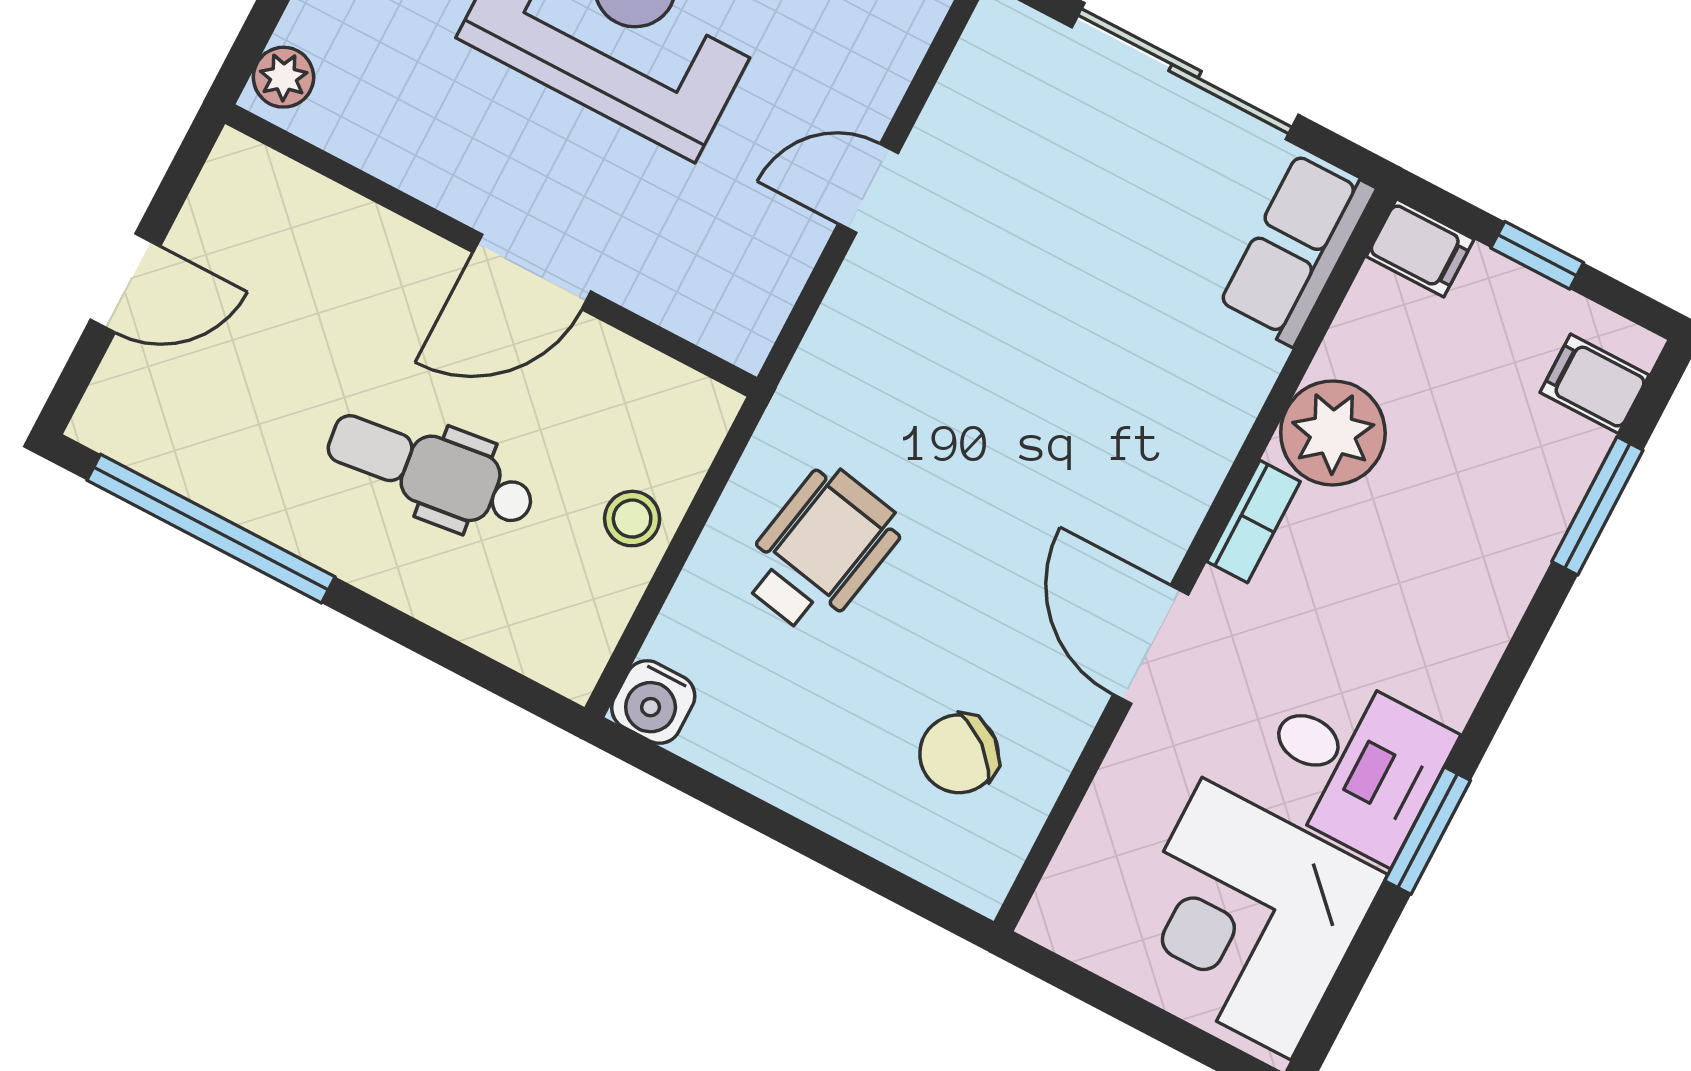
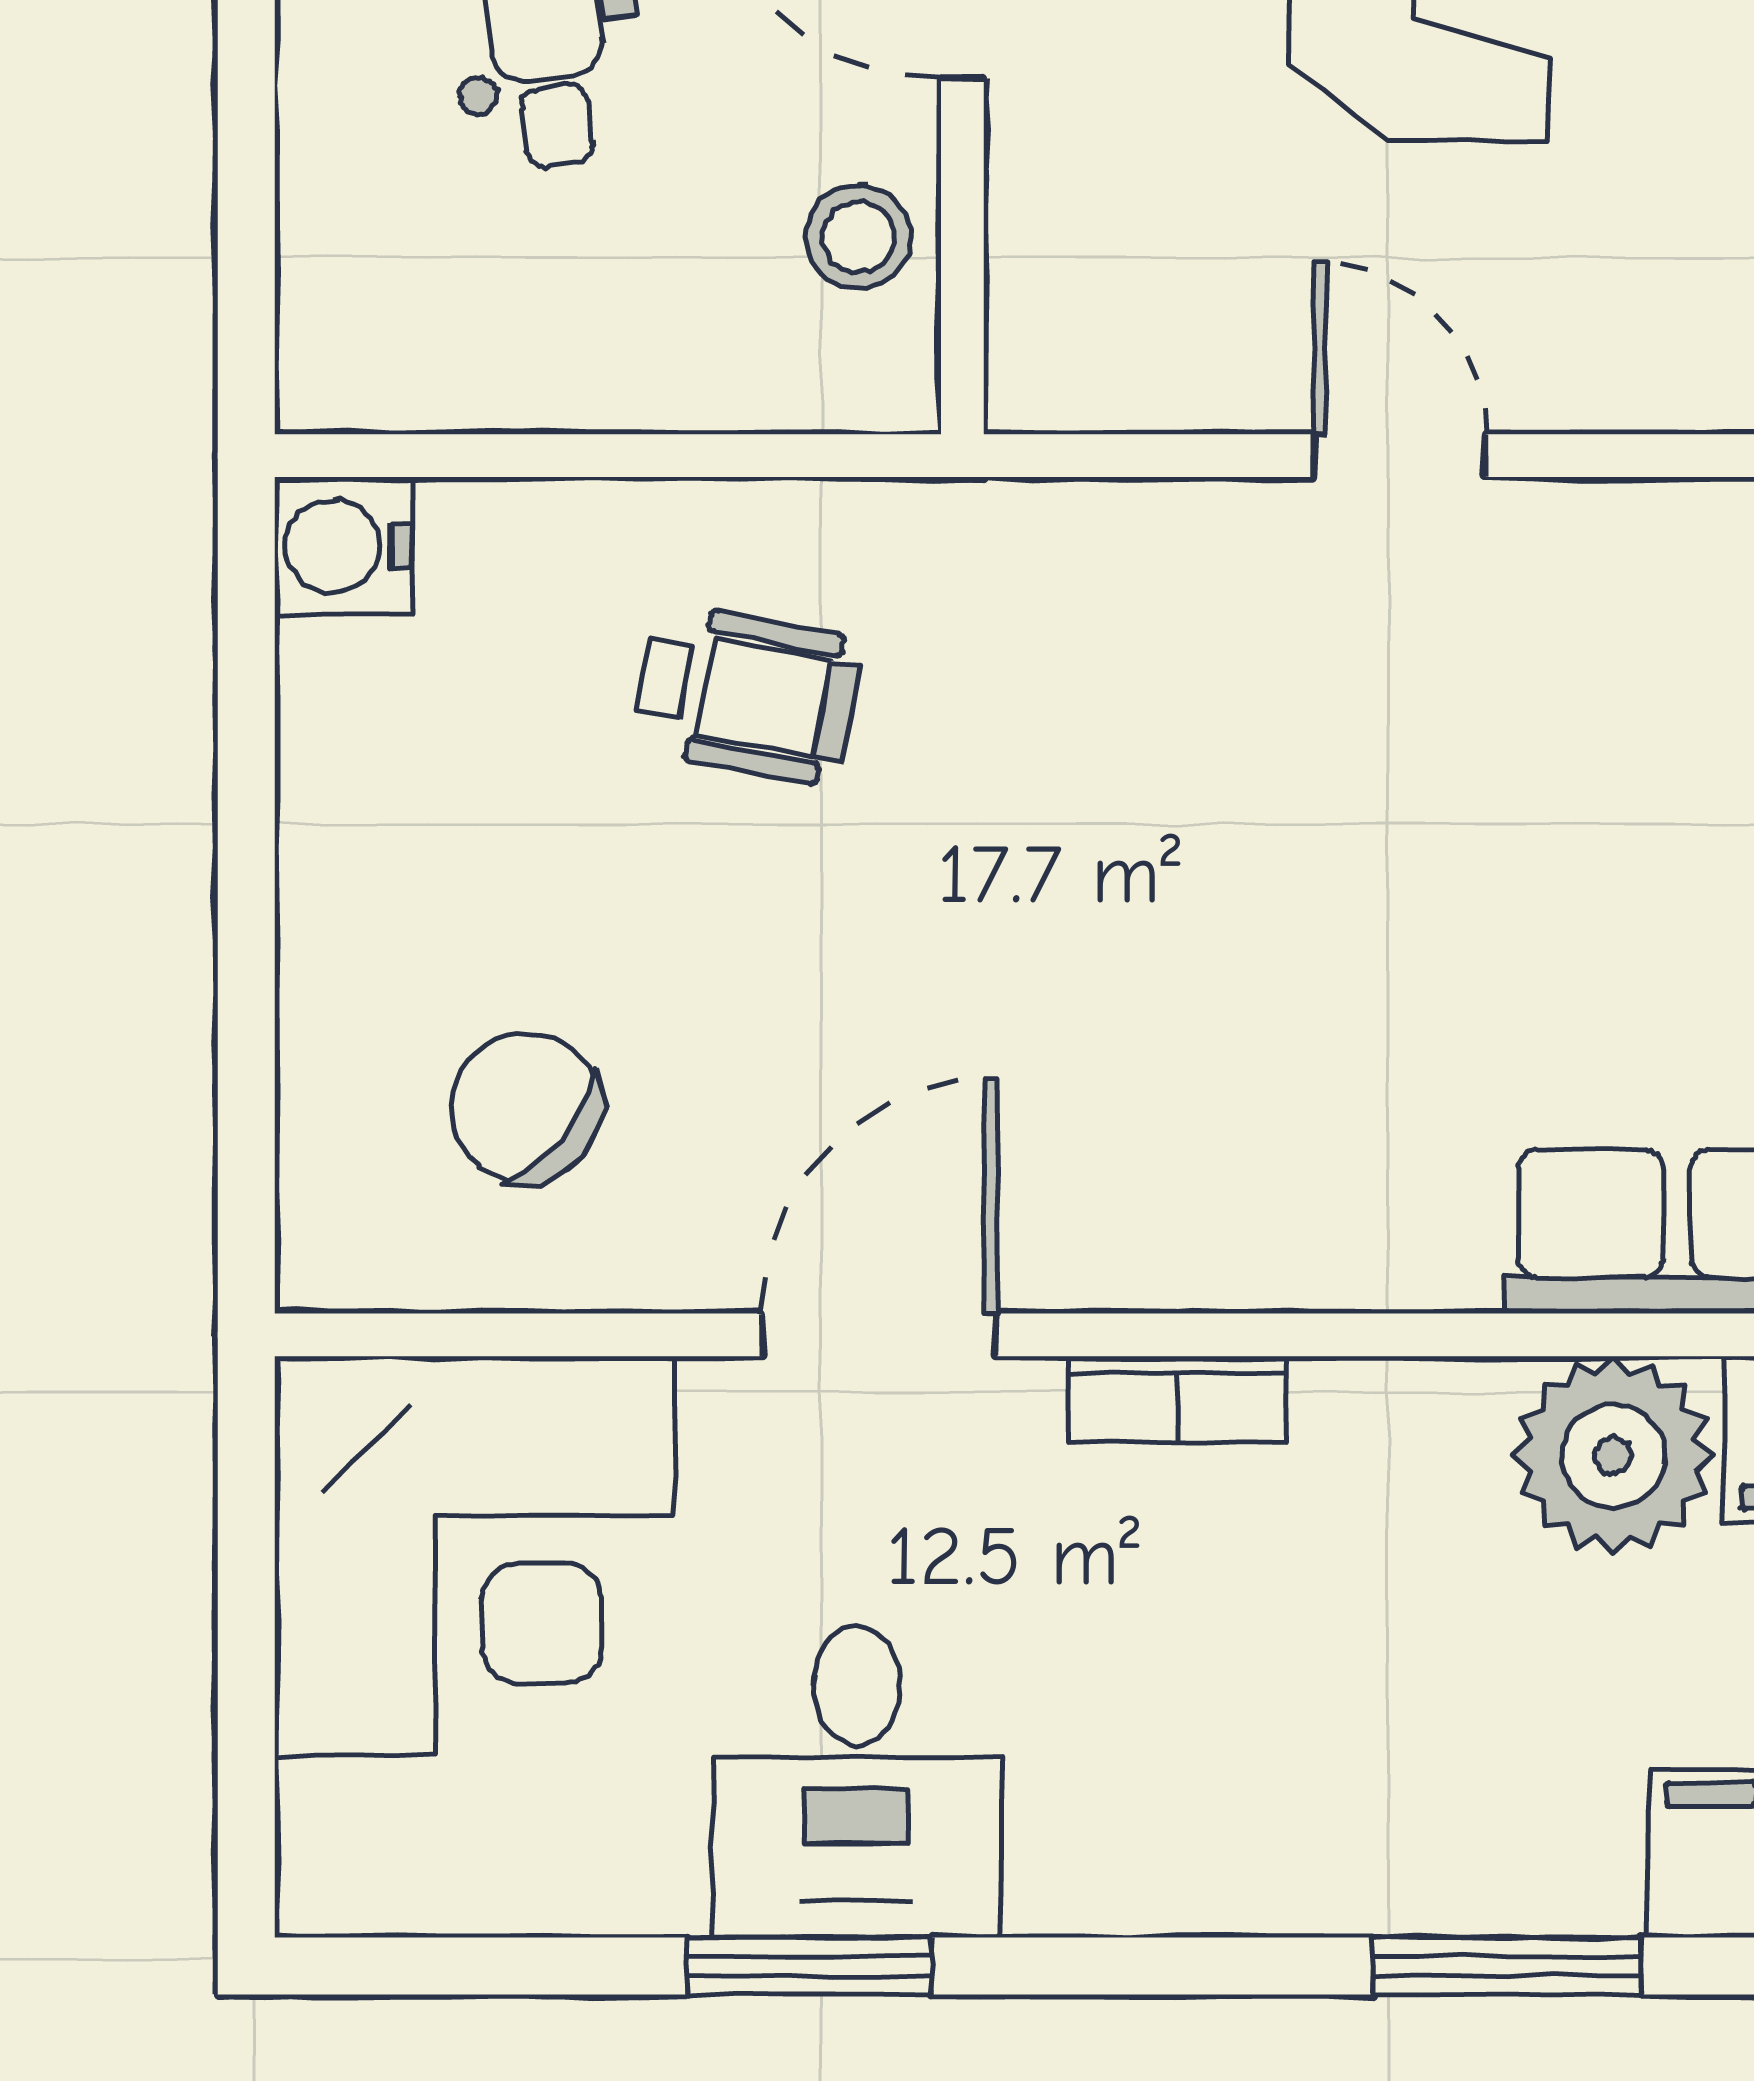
plant: (1333, 433) -> (1613, 1456), moved
stool: (632, 519) -> (858, 237), moved
wheelchair: (820, 550) -> (748, 694), width x0.73, depth x0.73
corner desk: (1246, 919) -> (474, 1556), moved, turned 180

